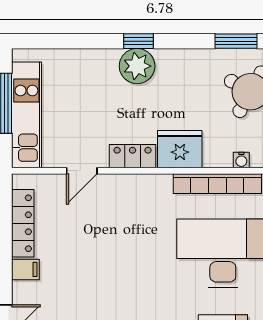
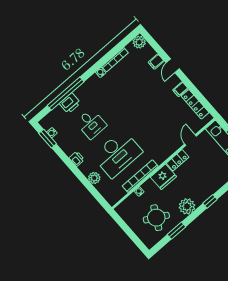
plant: (137, 66) -> (187, 206), moved

